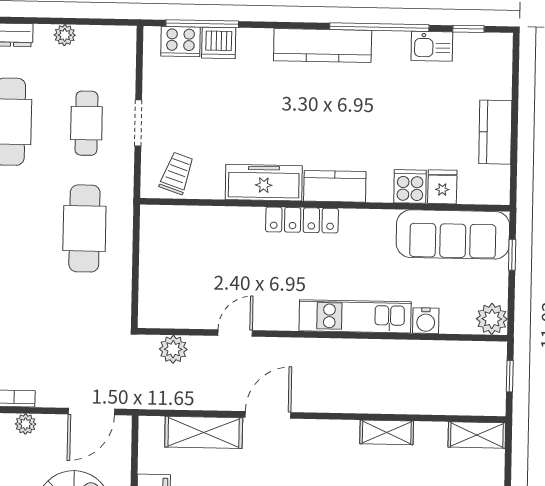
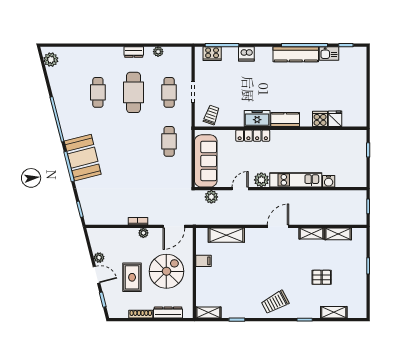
dishwasher: (219, 43) -> (246, 54), moved
kitchen counter: (323, 46) -> (296, 54), moved
kitchen counter: (495, 132) -> (359, 93), removed
freezer: (264, 183) -> (257, 119), width x0.71
locker: (302, 220) -> (253, 136), moved
cafe table: (84, 228) -> (169, 141), width x0.73, depth x0.74
sofa: (453, 234) -> (206, 161), moved, turned -90
plant: (492, 319) -> (261, 180), moved
door: (268, 415) -> (278, 226), moved
shelving: (477, 435) -> (338, 234), moved

